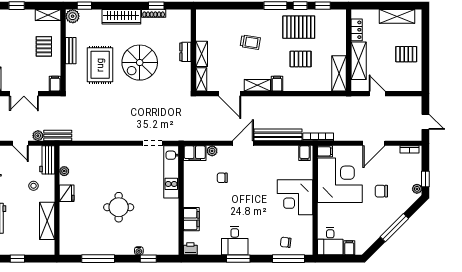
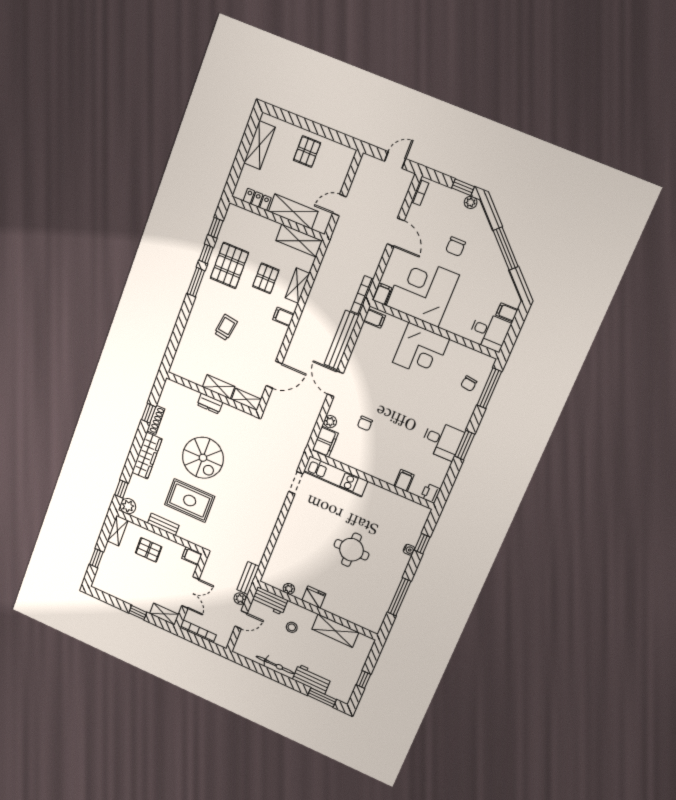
shelving: (257, 85) -> (297, 286), moved
filing cabinet: (191, 219) -> (404, 480), width x0.50

